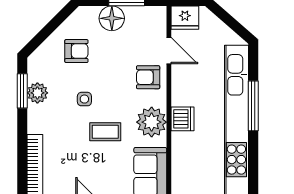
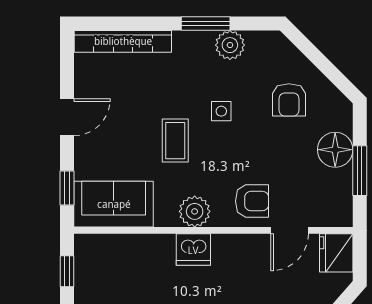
armchair: (148, 77) -> (252, 201), turned 90
window: (22, 91) -> (206, 24), moved
plant: (152, 122) -> (195, 211), width x0.73, depth x0.73

